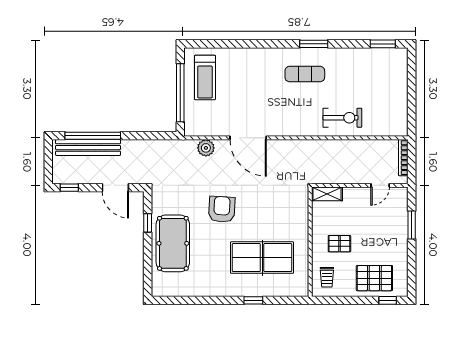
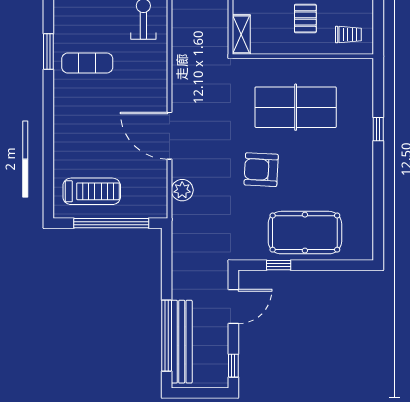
exercise mat: (305, 74) -> (87, 63), turned 90
door: (248, 138) -> (169, 136), swing flipped
table tennis table: (262, 258) -> (296, 107), moved, turned 90

